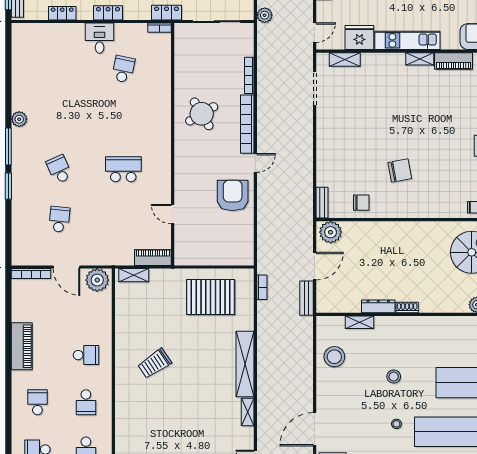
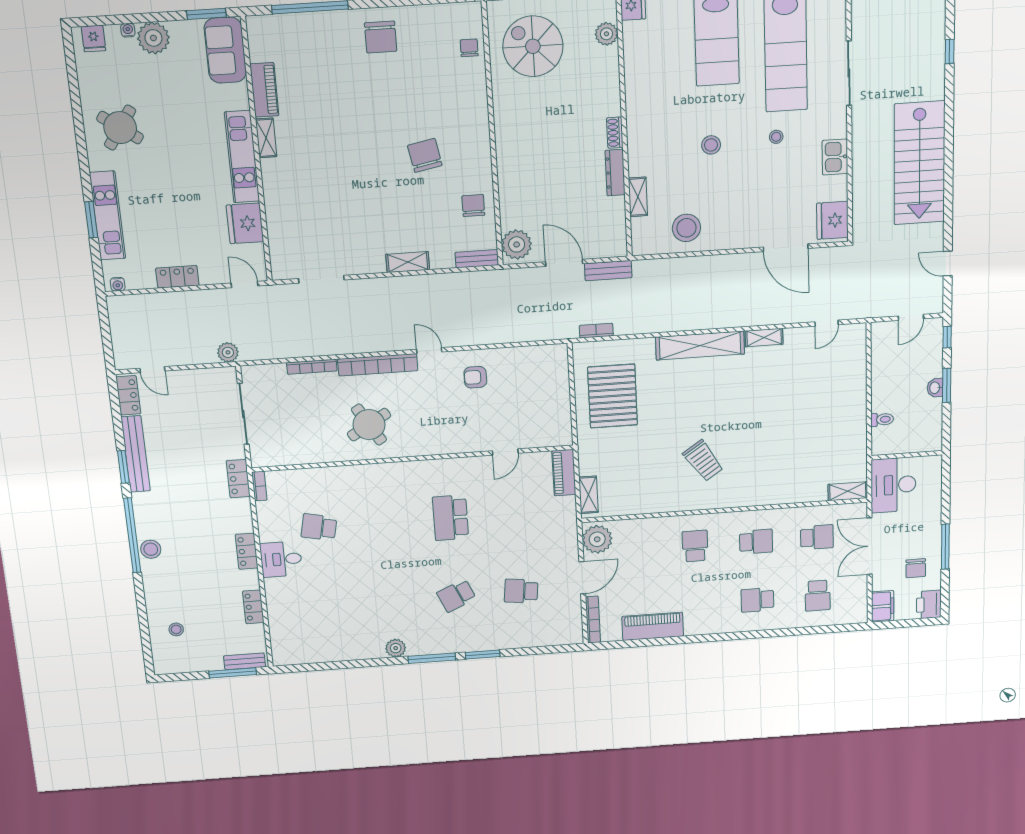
shelving: (345, 59) -> (408, 262), moved, turned 90
armchair: (233, 196) -> (475, 377), width x0.53, depth x0.53
piano: (22, 346) -> (653, 626), moved

